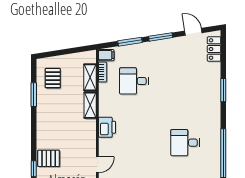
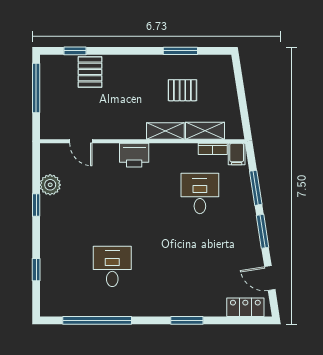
door: (193, 32) -> (270, 278), swing flipped
pallet: (53, 78) -> (182, 90), moved

